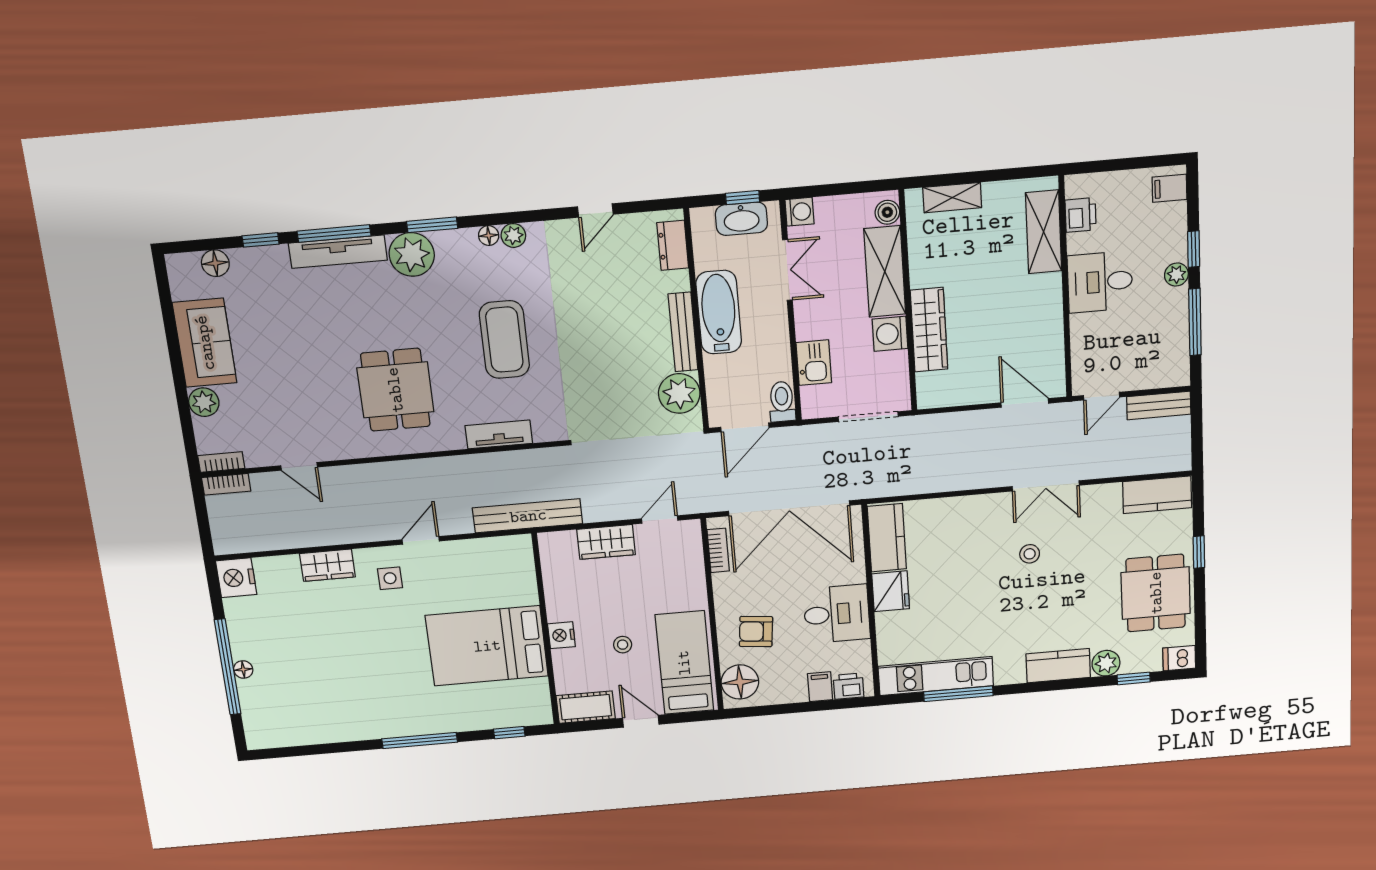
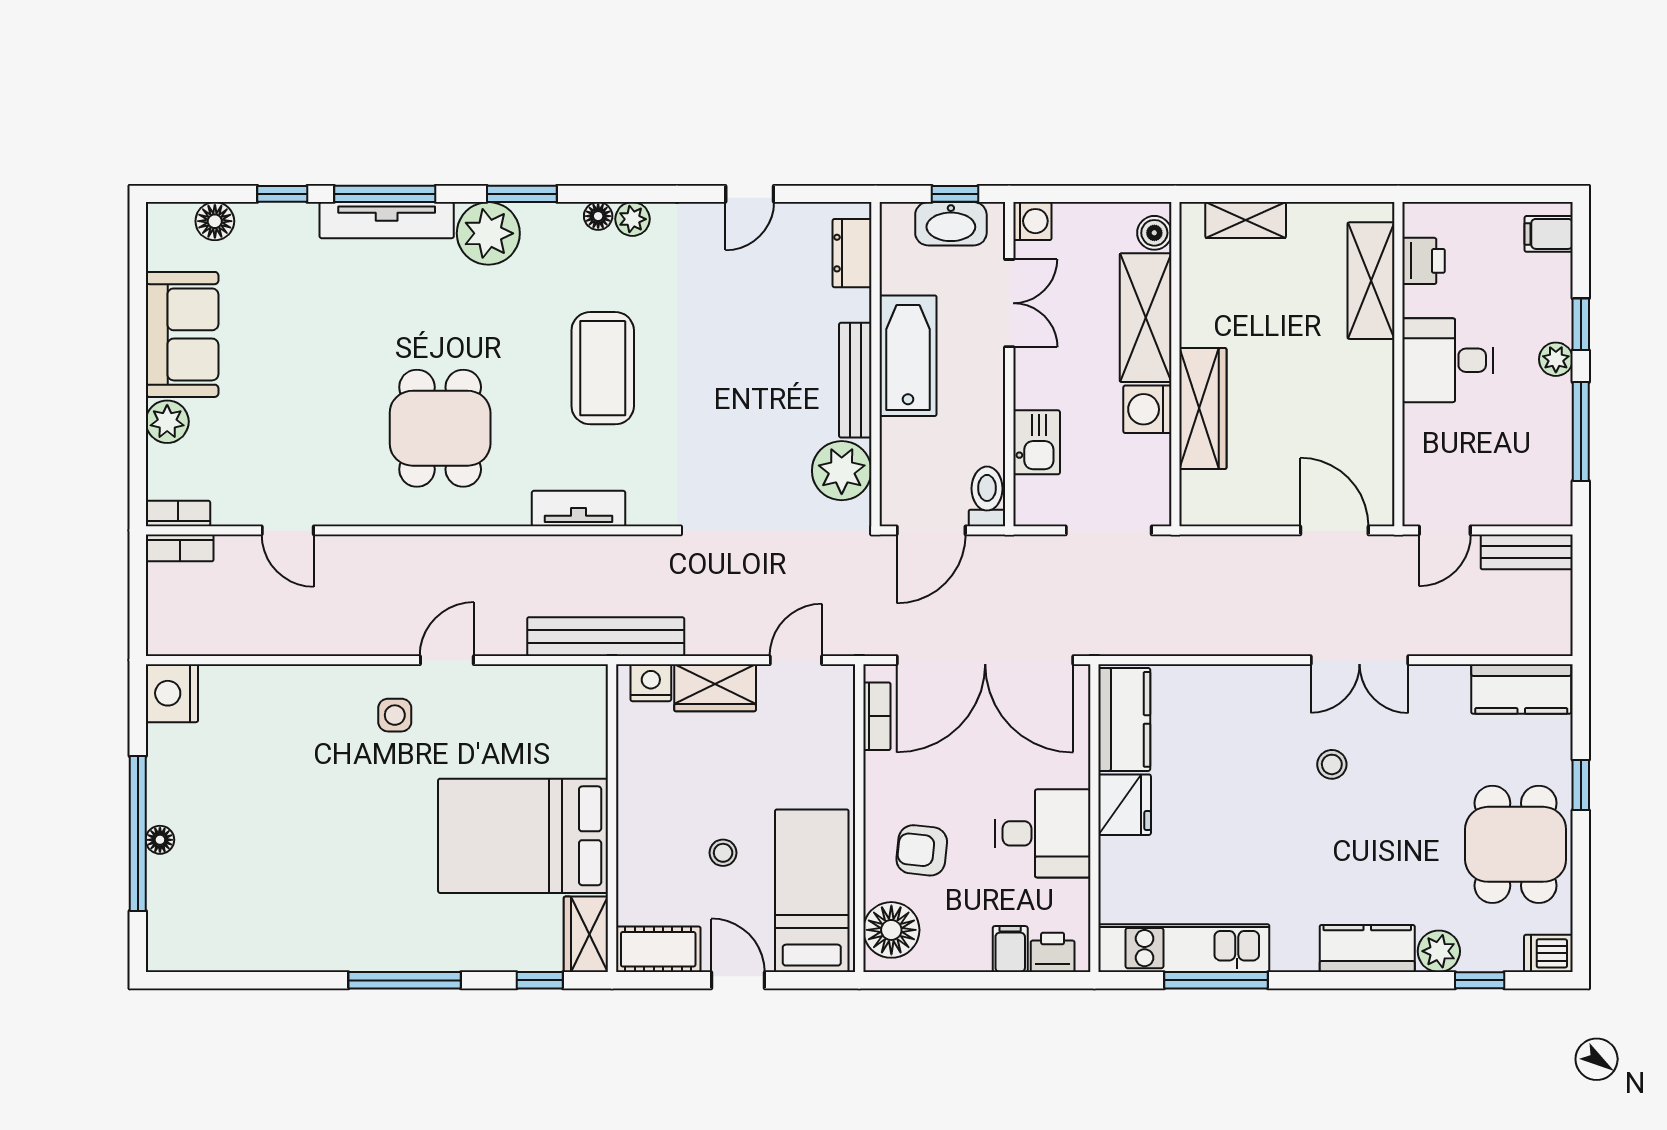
wardrobe: (327, 565) -> (586, 934), moved, turned 90
nightstand: (561, 635) -> (651, 683), moved, turned 90

